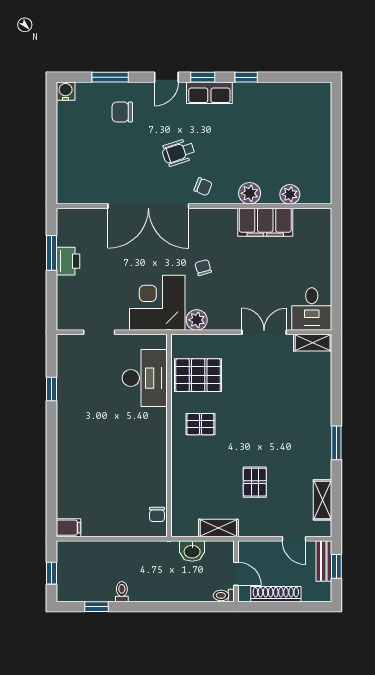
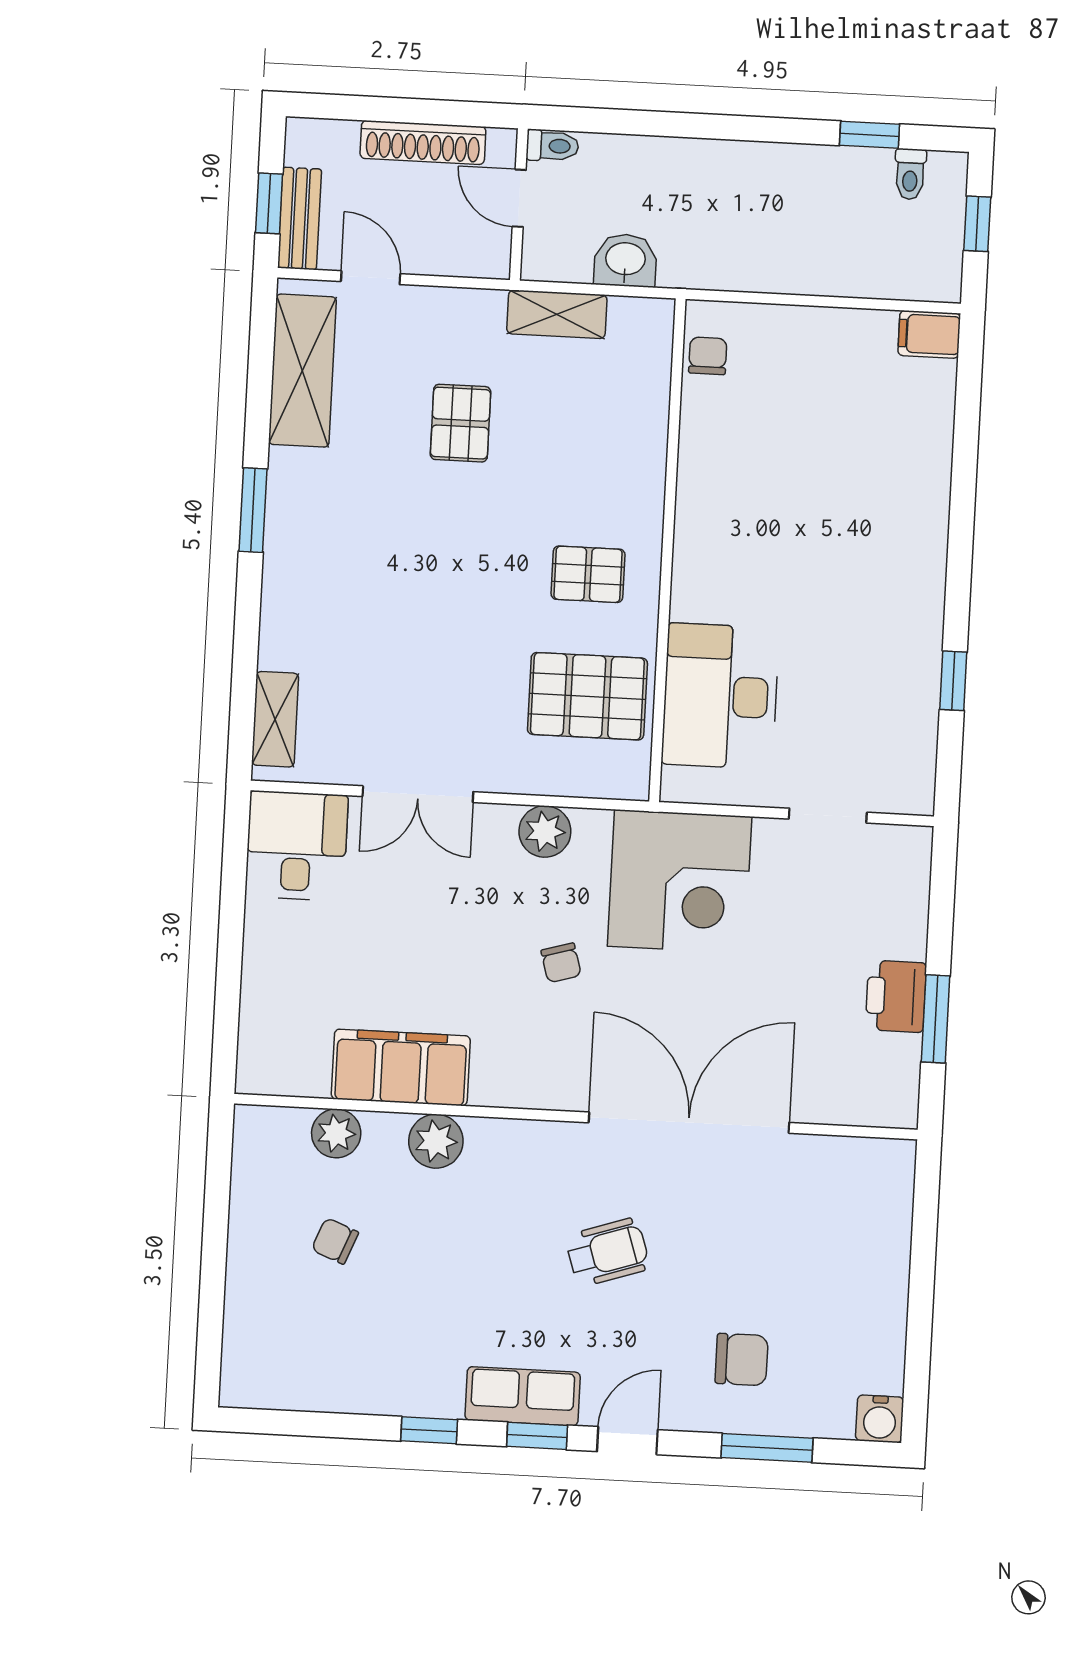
chair: (203, 187) -> (335, 1241), moved
plant: (197, 320) -> (545, 831), moved
shelving: (313, 343) -> (275, 719), moved, turned 90
shelving: (322, 500) -> (302, 371), width x1.50, depth x1.33
toilet: (122, 592) -> (910, 174), moved

